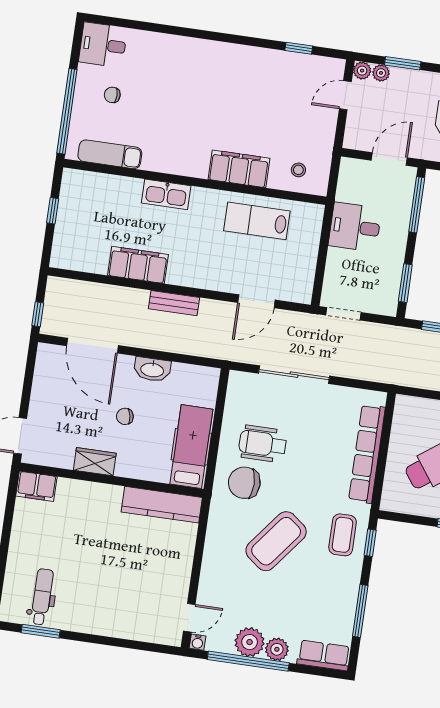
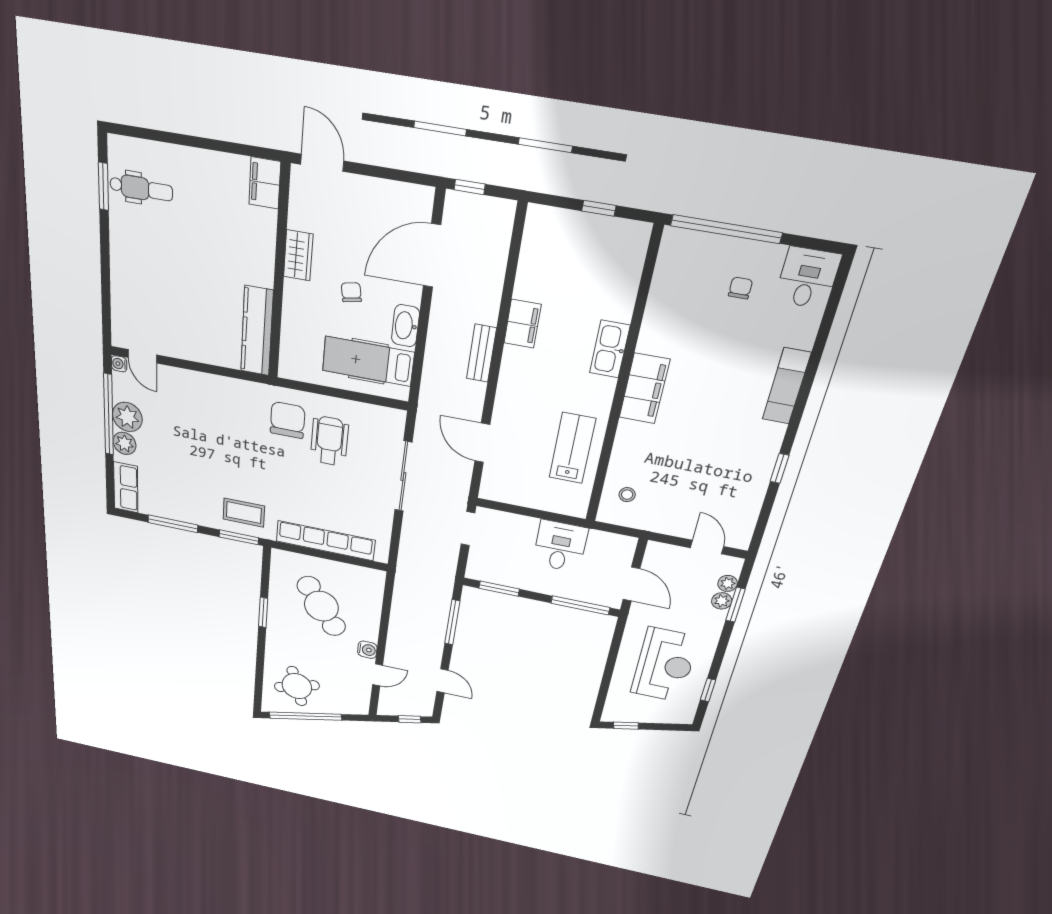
window: (299, 48) -> (780, 468), moved
plant: (362, 71) -> (722, 601), moved
exam couch: (110, 154) -> (786, 386), moved, turned 180
filing cabinet: (239, 169) -> (644, 389), moved
filing cabinet: (138, 265) -> (523, 324), width x0.67, depth x0.86
hospital bed: (191, 447) -> (368, 361), moved, turned 180
coffee table: (276, 541) -> (231, 449), removed
window: (370, 543) -> (239, 537), width x1.50

